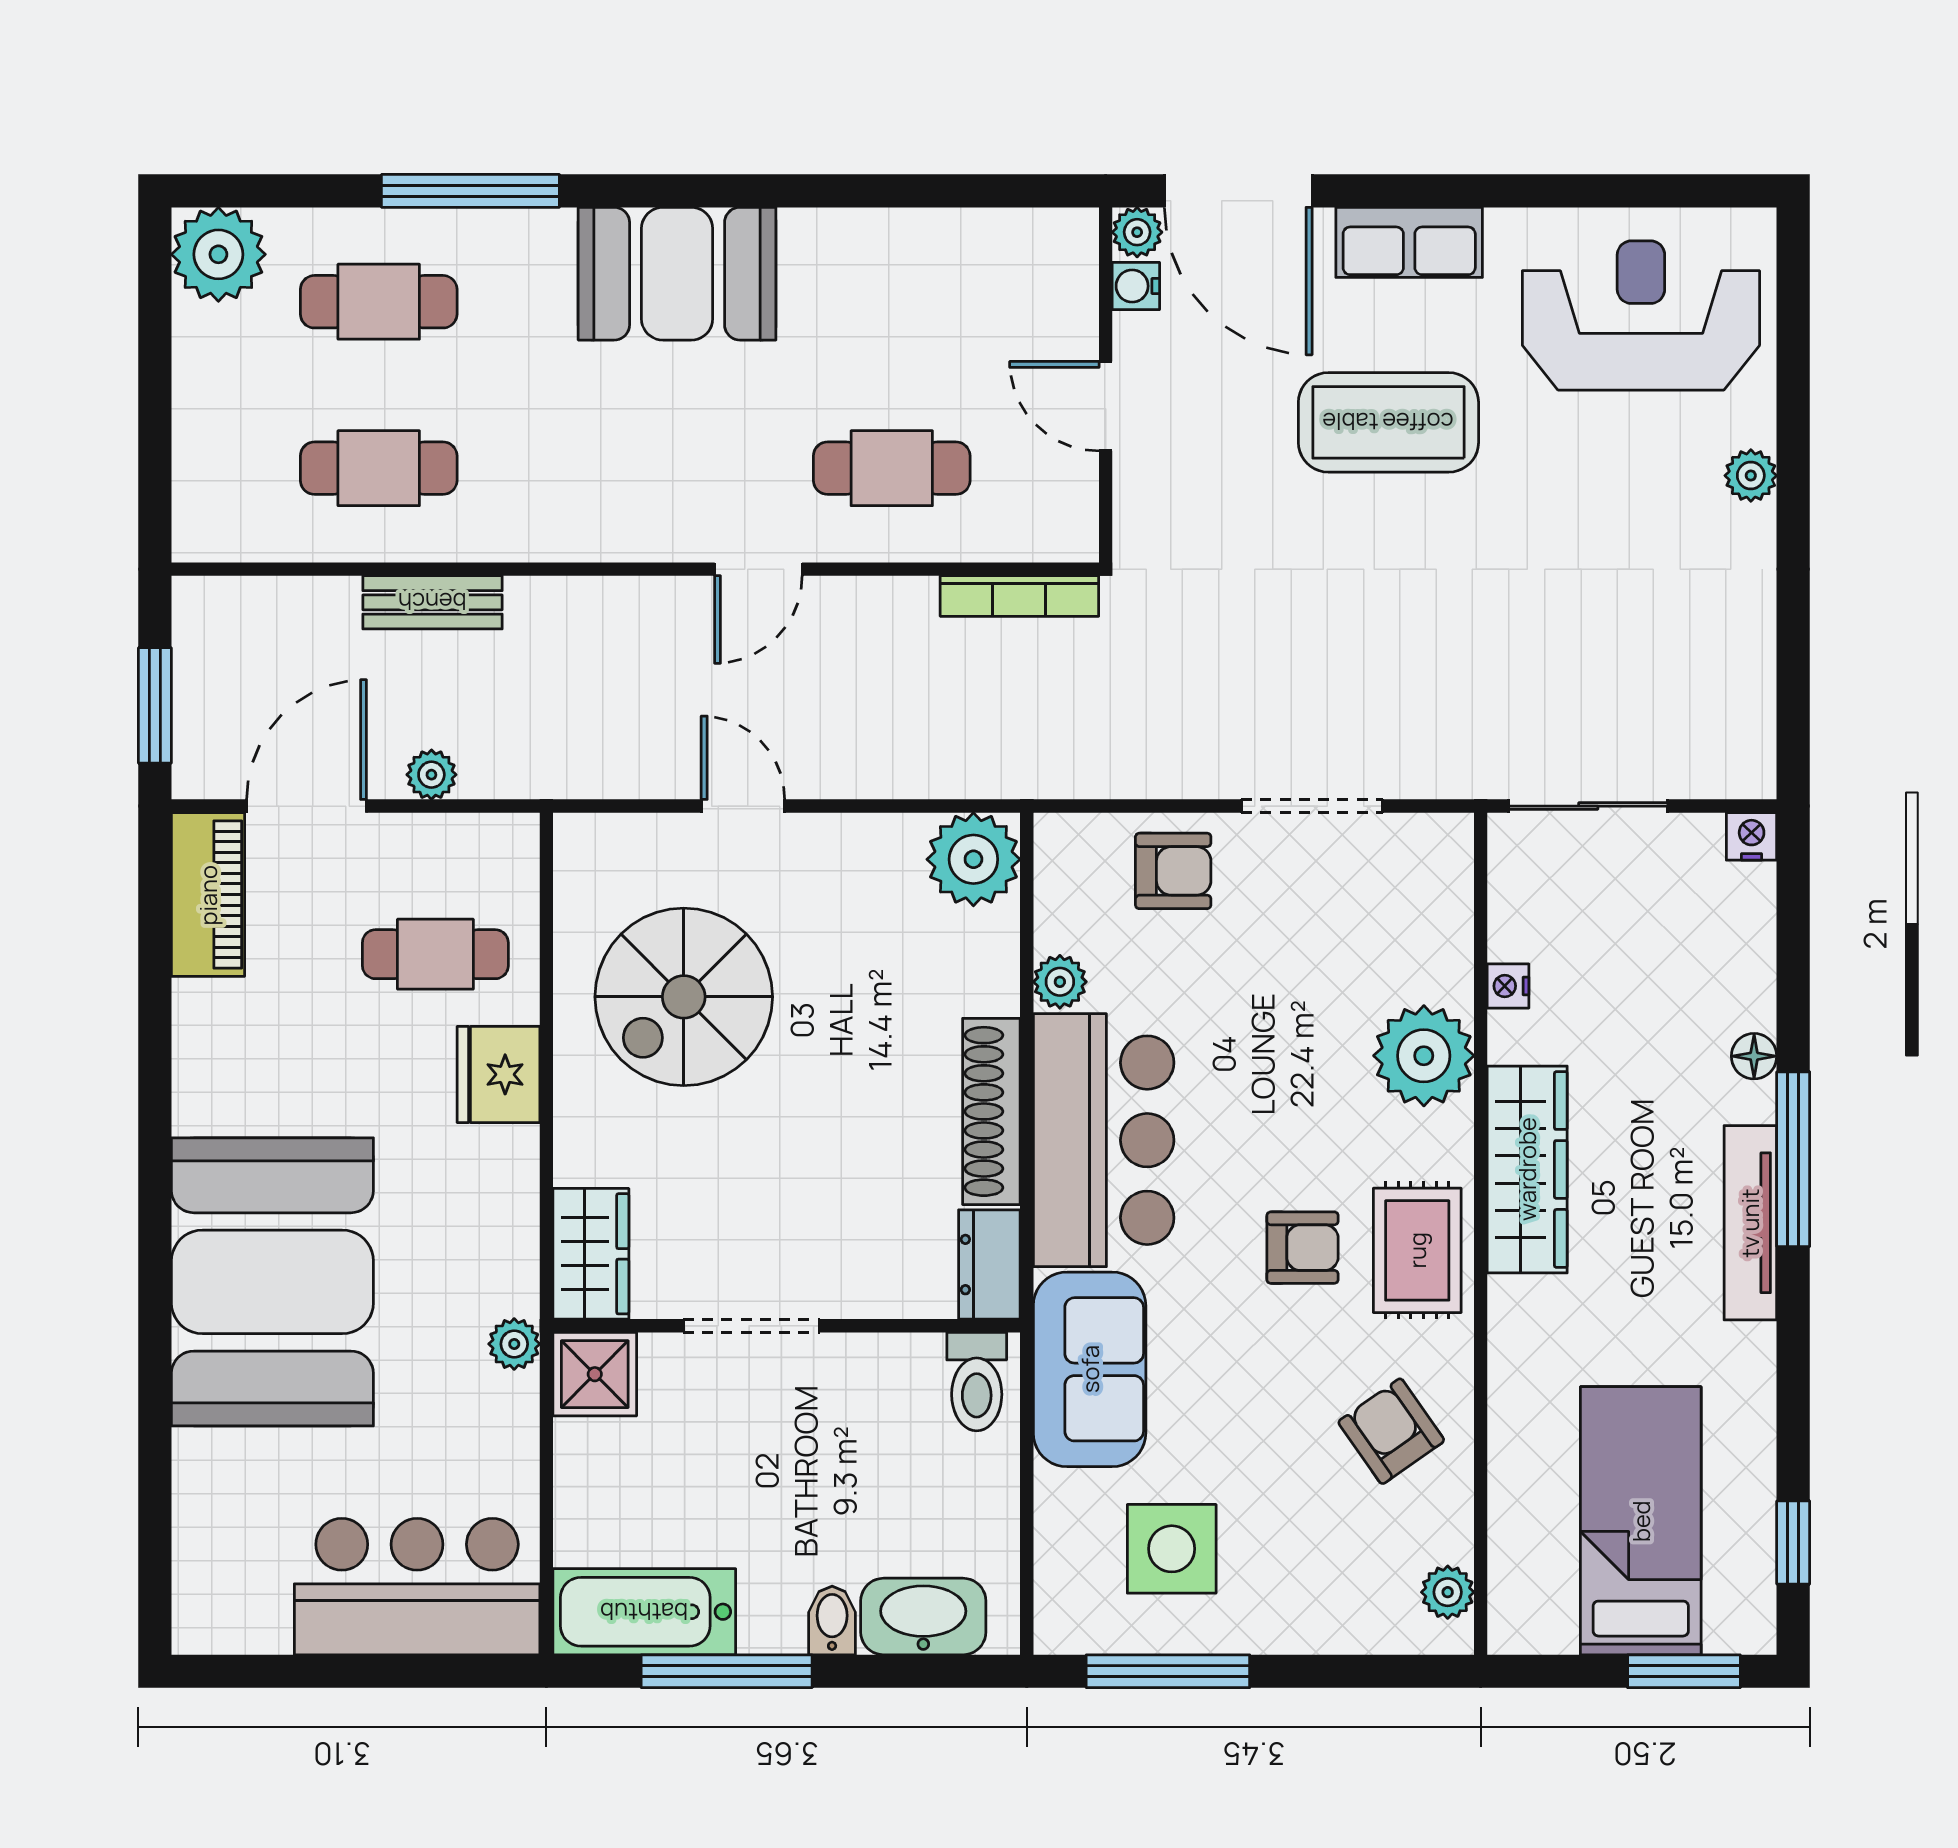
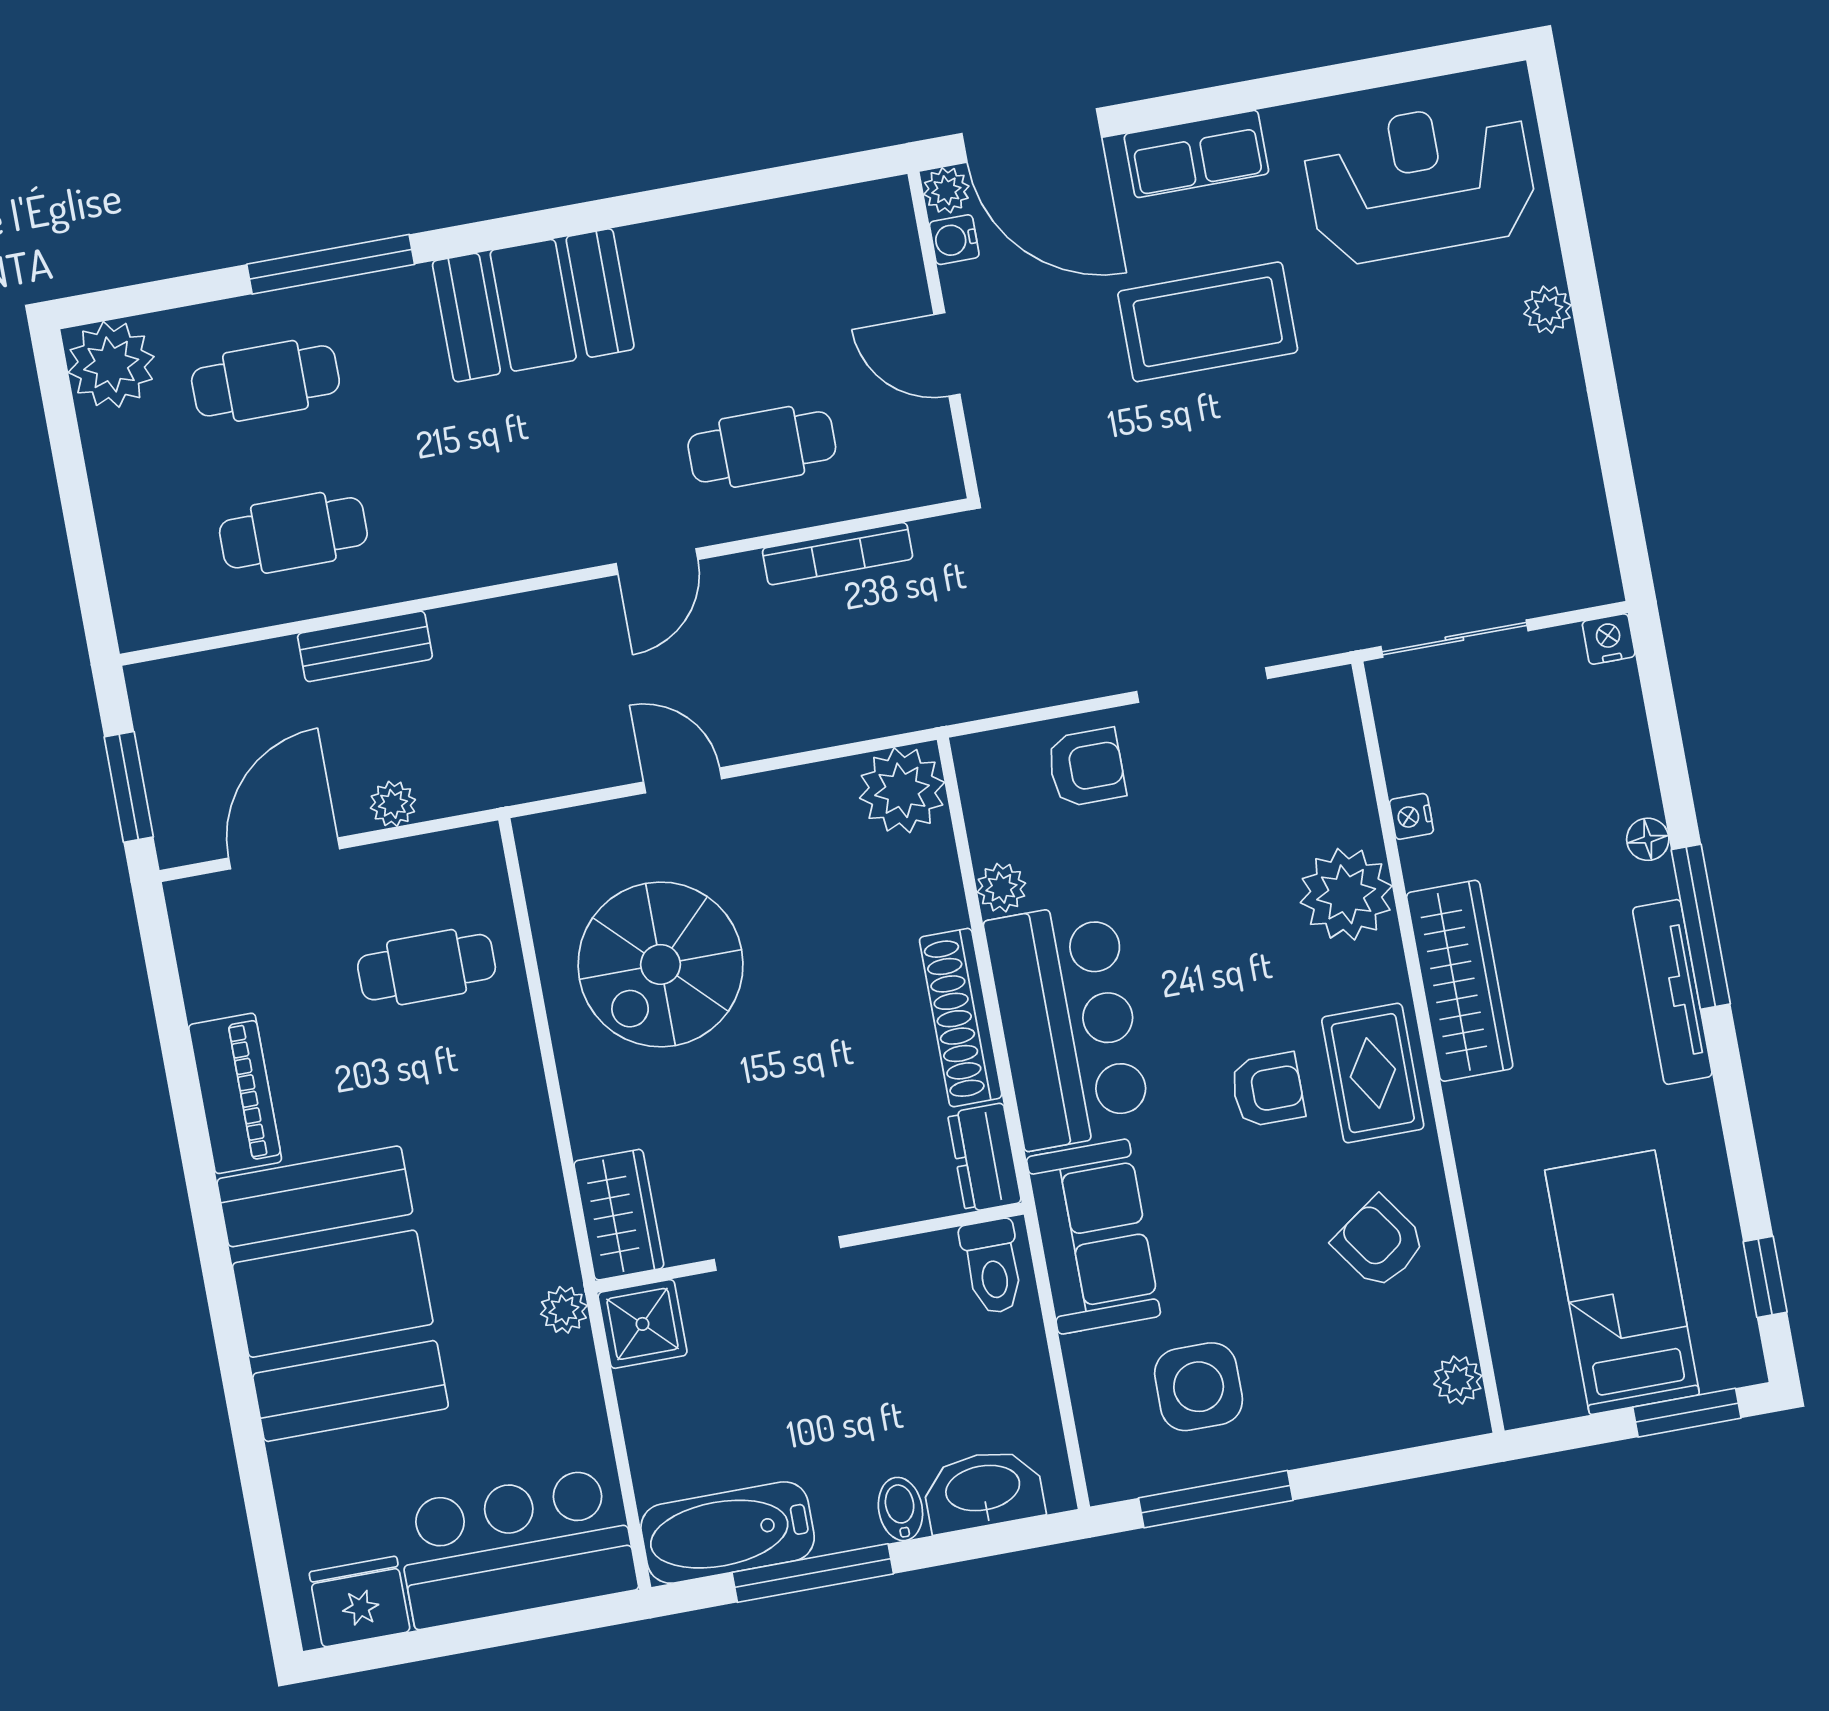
bookcase: (1019, 596) -> (838, 554), moved
piano: (208, 895) -> (235, 1093), moved
fridge: (498, 1074) -> (360, 1602), moved, turned 90

